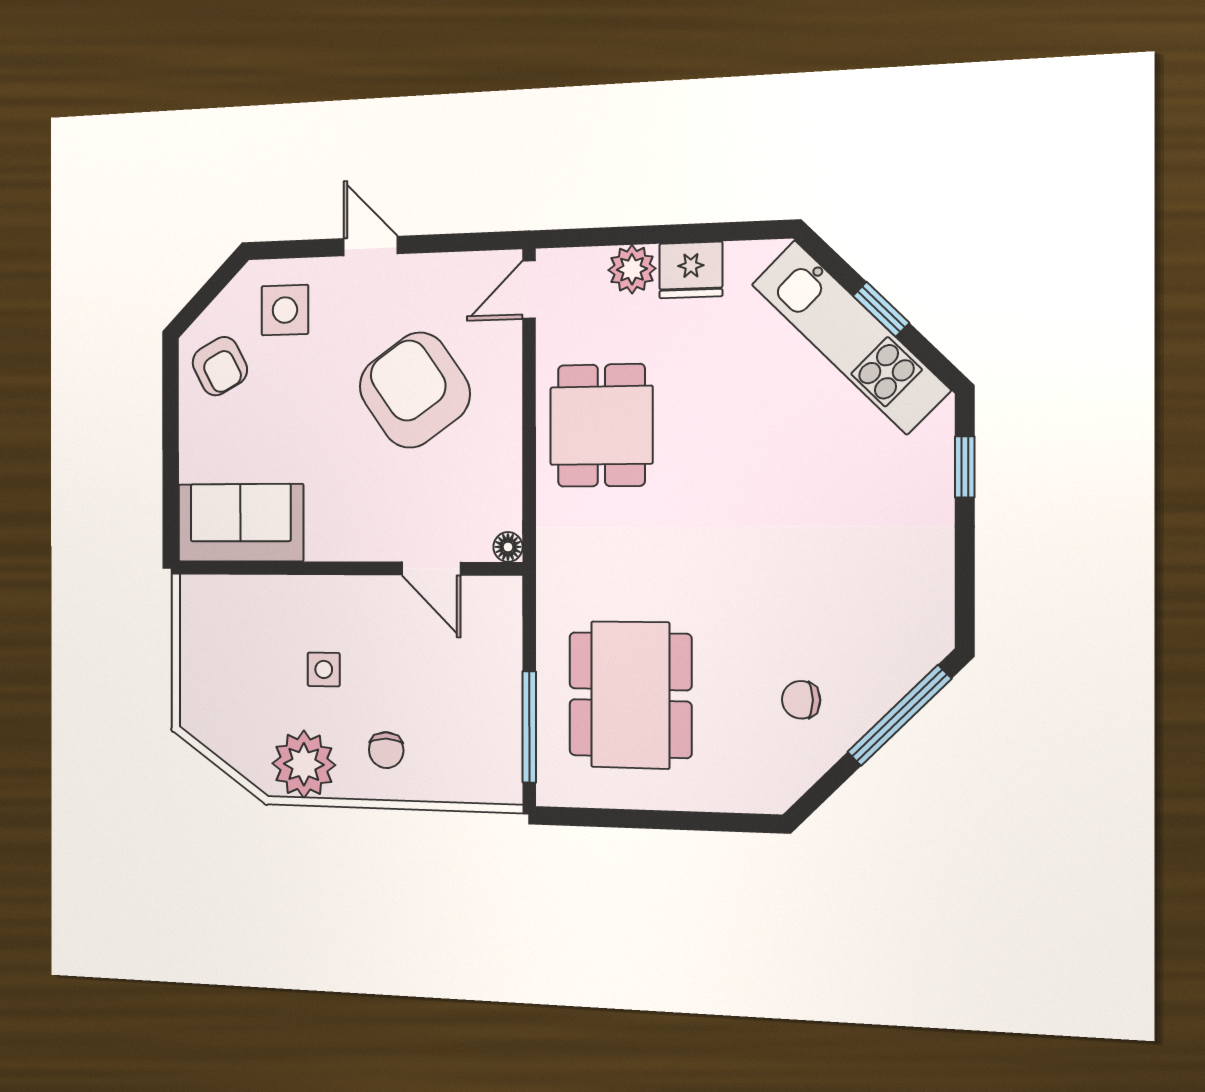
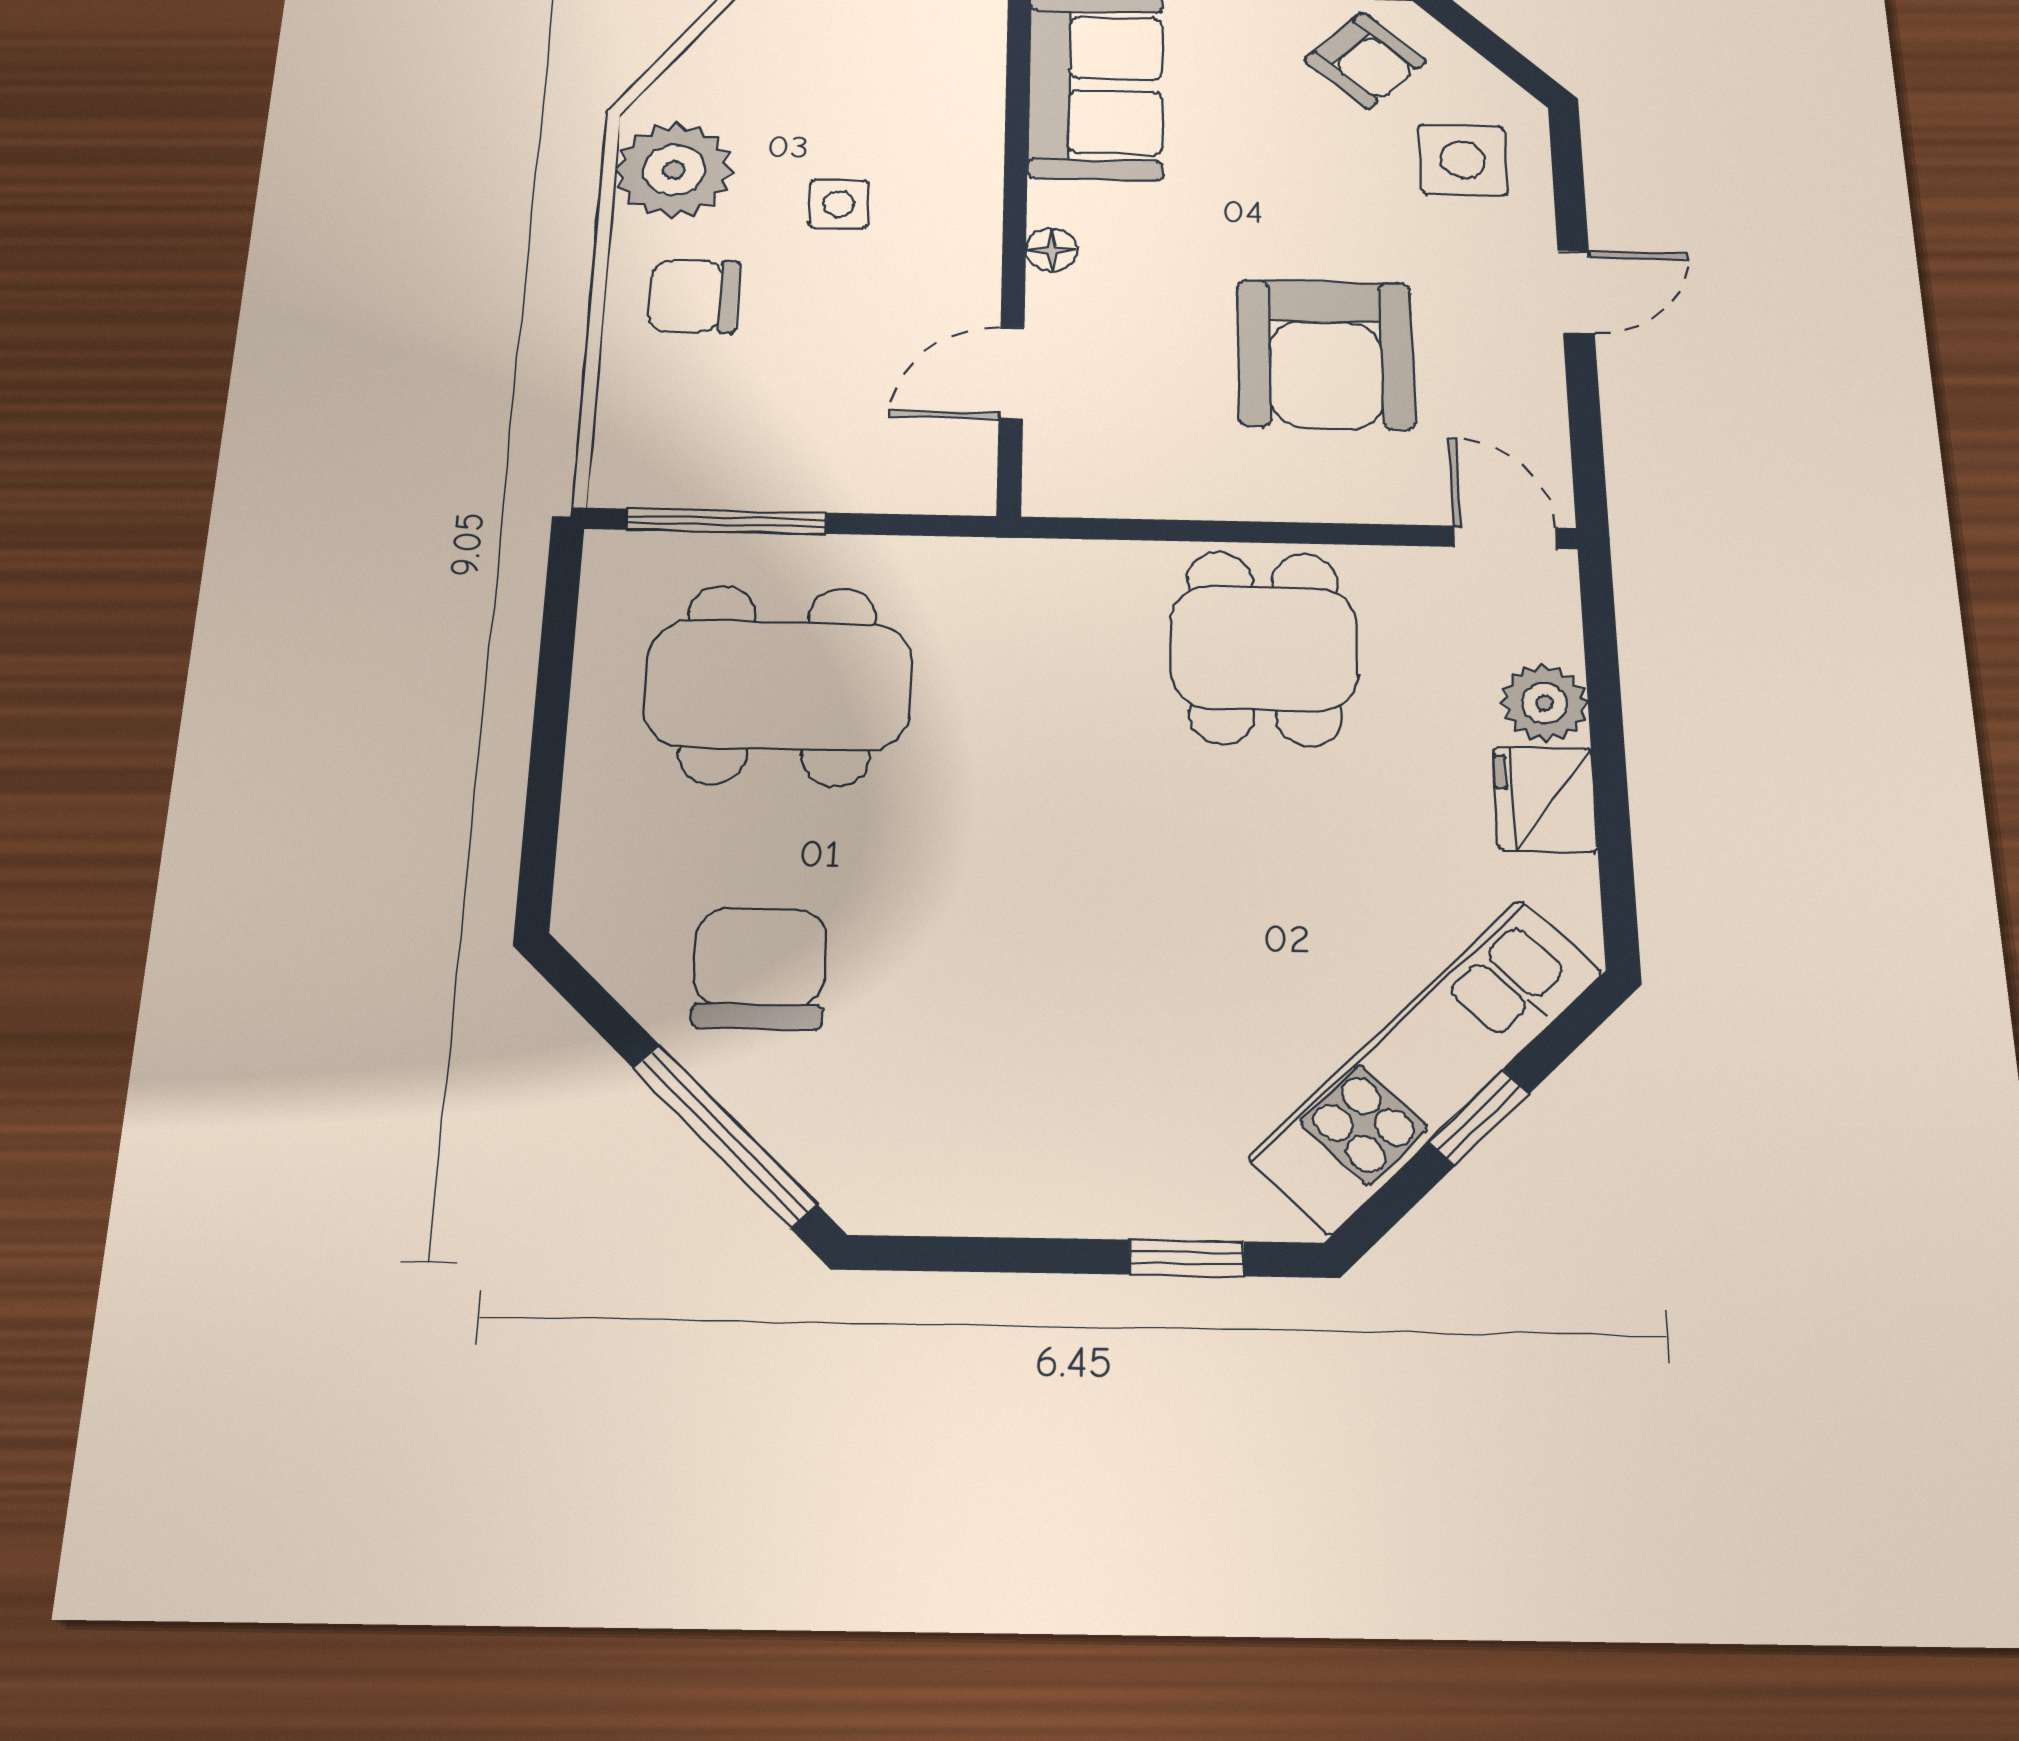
armchair: (220, 366) -> (1365, 60), turned -108
armchair: (415, 390) -> (1326, 354), turned 125
dining table: (601, 425) -> (1264, 648), turned 90
floor lamp: (508, 547) -> (1052, 250), moved
chair: (801, 700) -> (760, 968), width x1.87, depth x1.87
chair: (386, 750) -> (694, 296), width x1.37, depth x1.37

